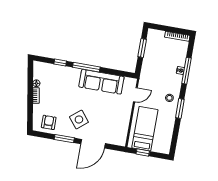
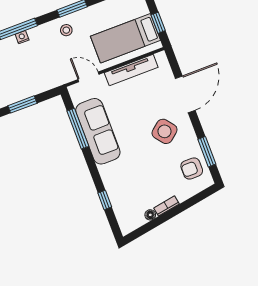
window: (86, 67) -> (78, 129), moved
tv unit: (125, 121) -> (131, 70), added
window: (64, 139) -> (207, 152), moved
door: (93, 144) -> (185, 94), hinge flipped

